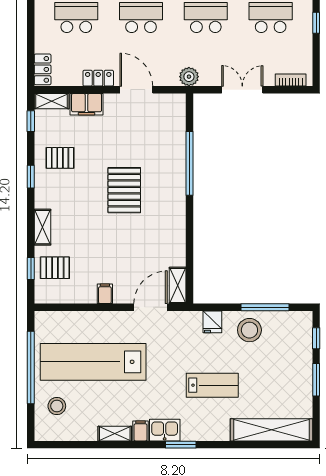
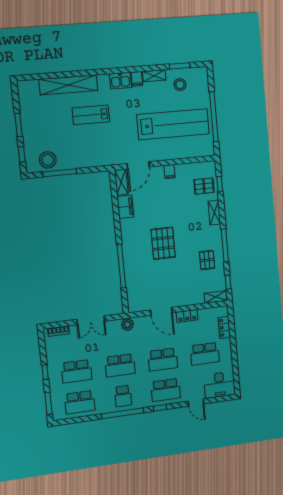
locker: (43, 69) -> (224, 327), moved
filing cabinet: (87, 104) -> (125, 207), moved, turned 90
pallet: (60, 158) -> (207, 260), turned 90
window: (31, 177) -> (225, 245), width x2.17
fridge: (212, 322) -> (95, 159), removed
stool: (249, 330) -> (48, 160), moved
stool: (57, 406) -> (180, 85), moved
shelving: (272, 430) -> (68, 85), moved
window: (181, 445) -> (180, 66), moved

